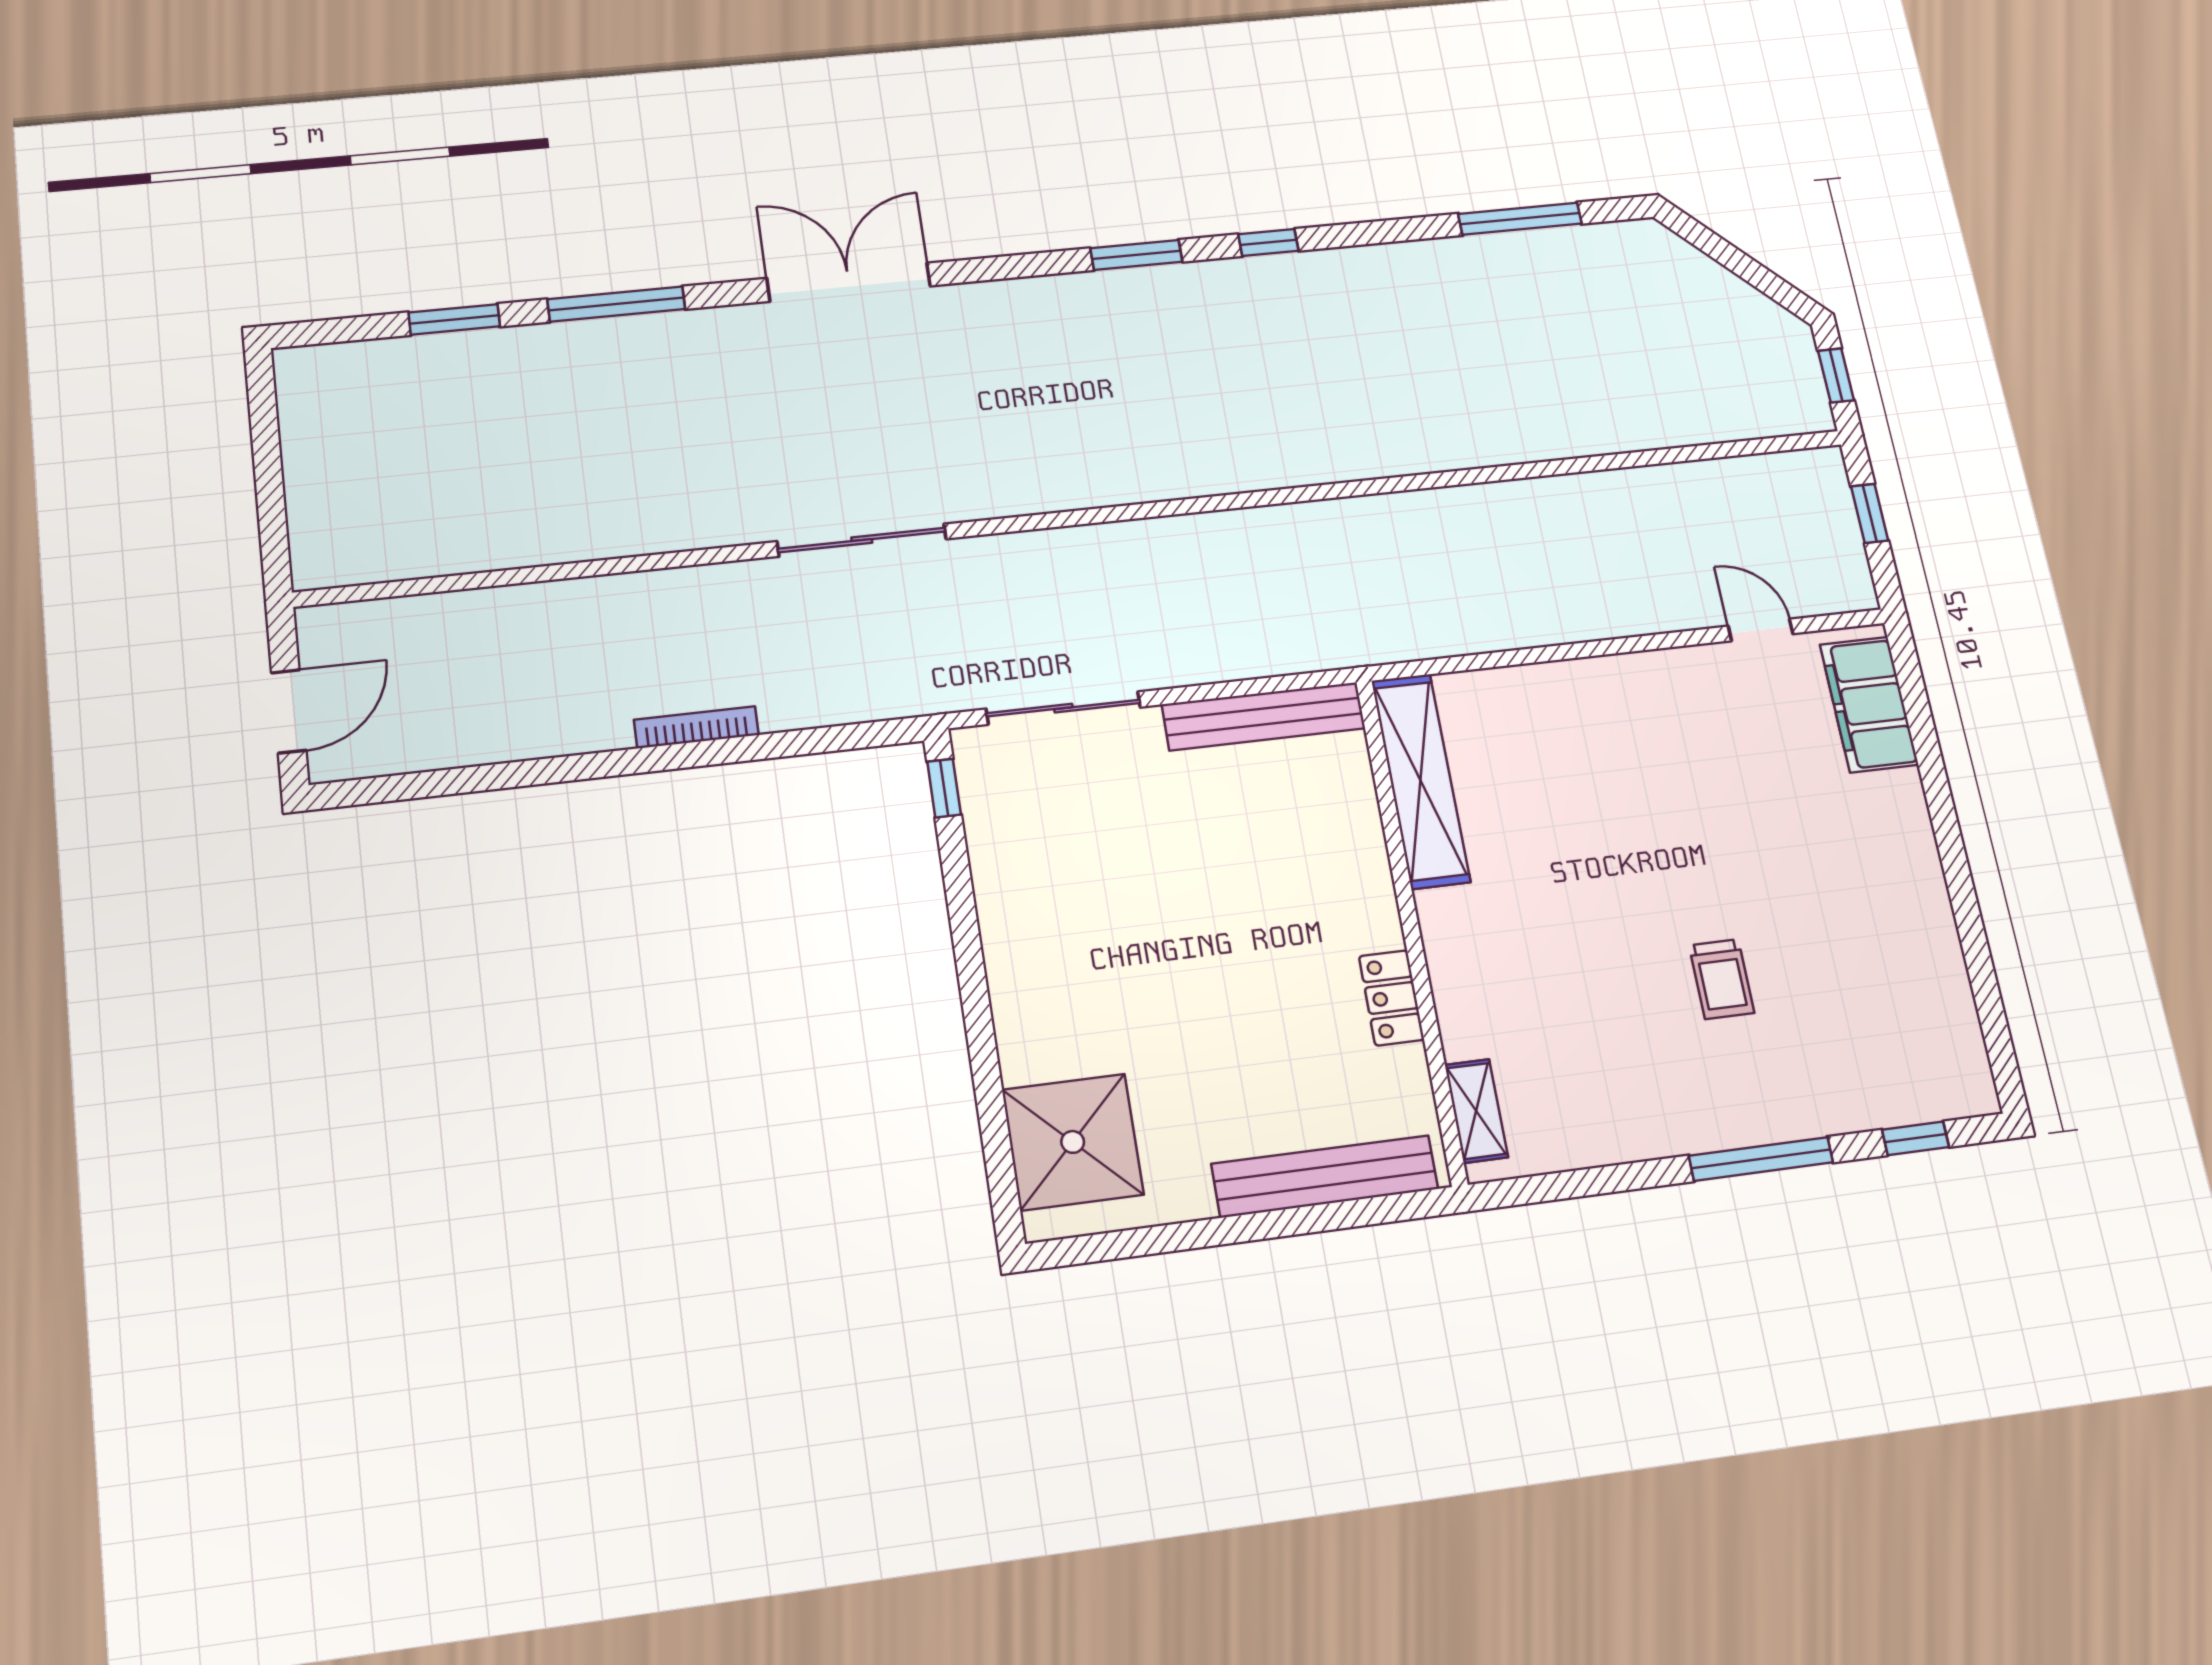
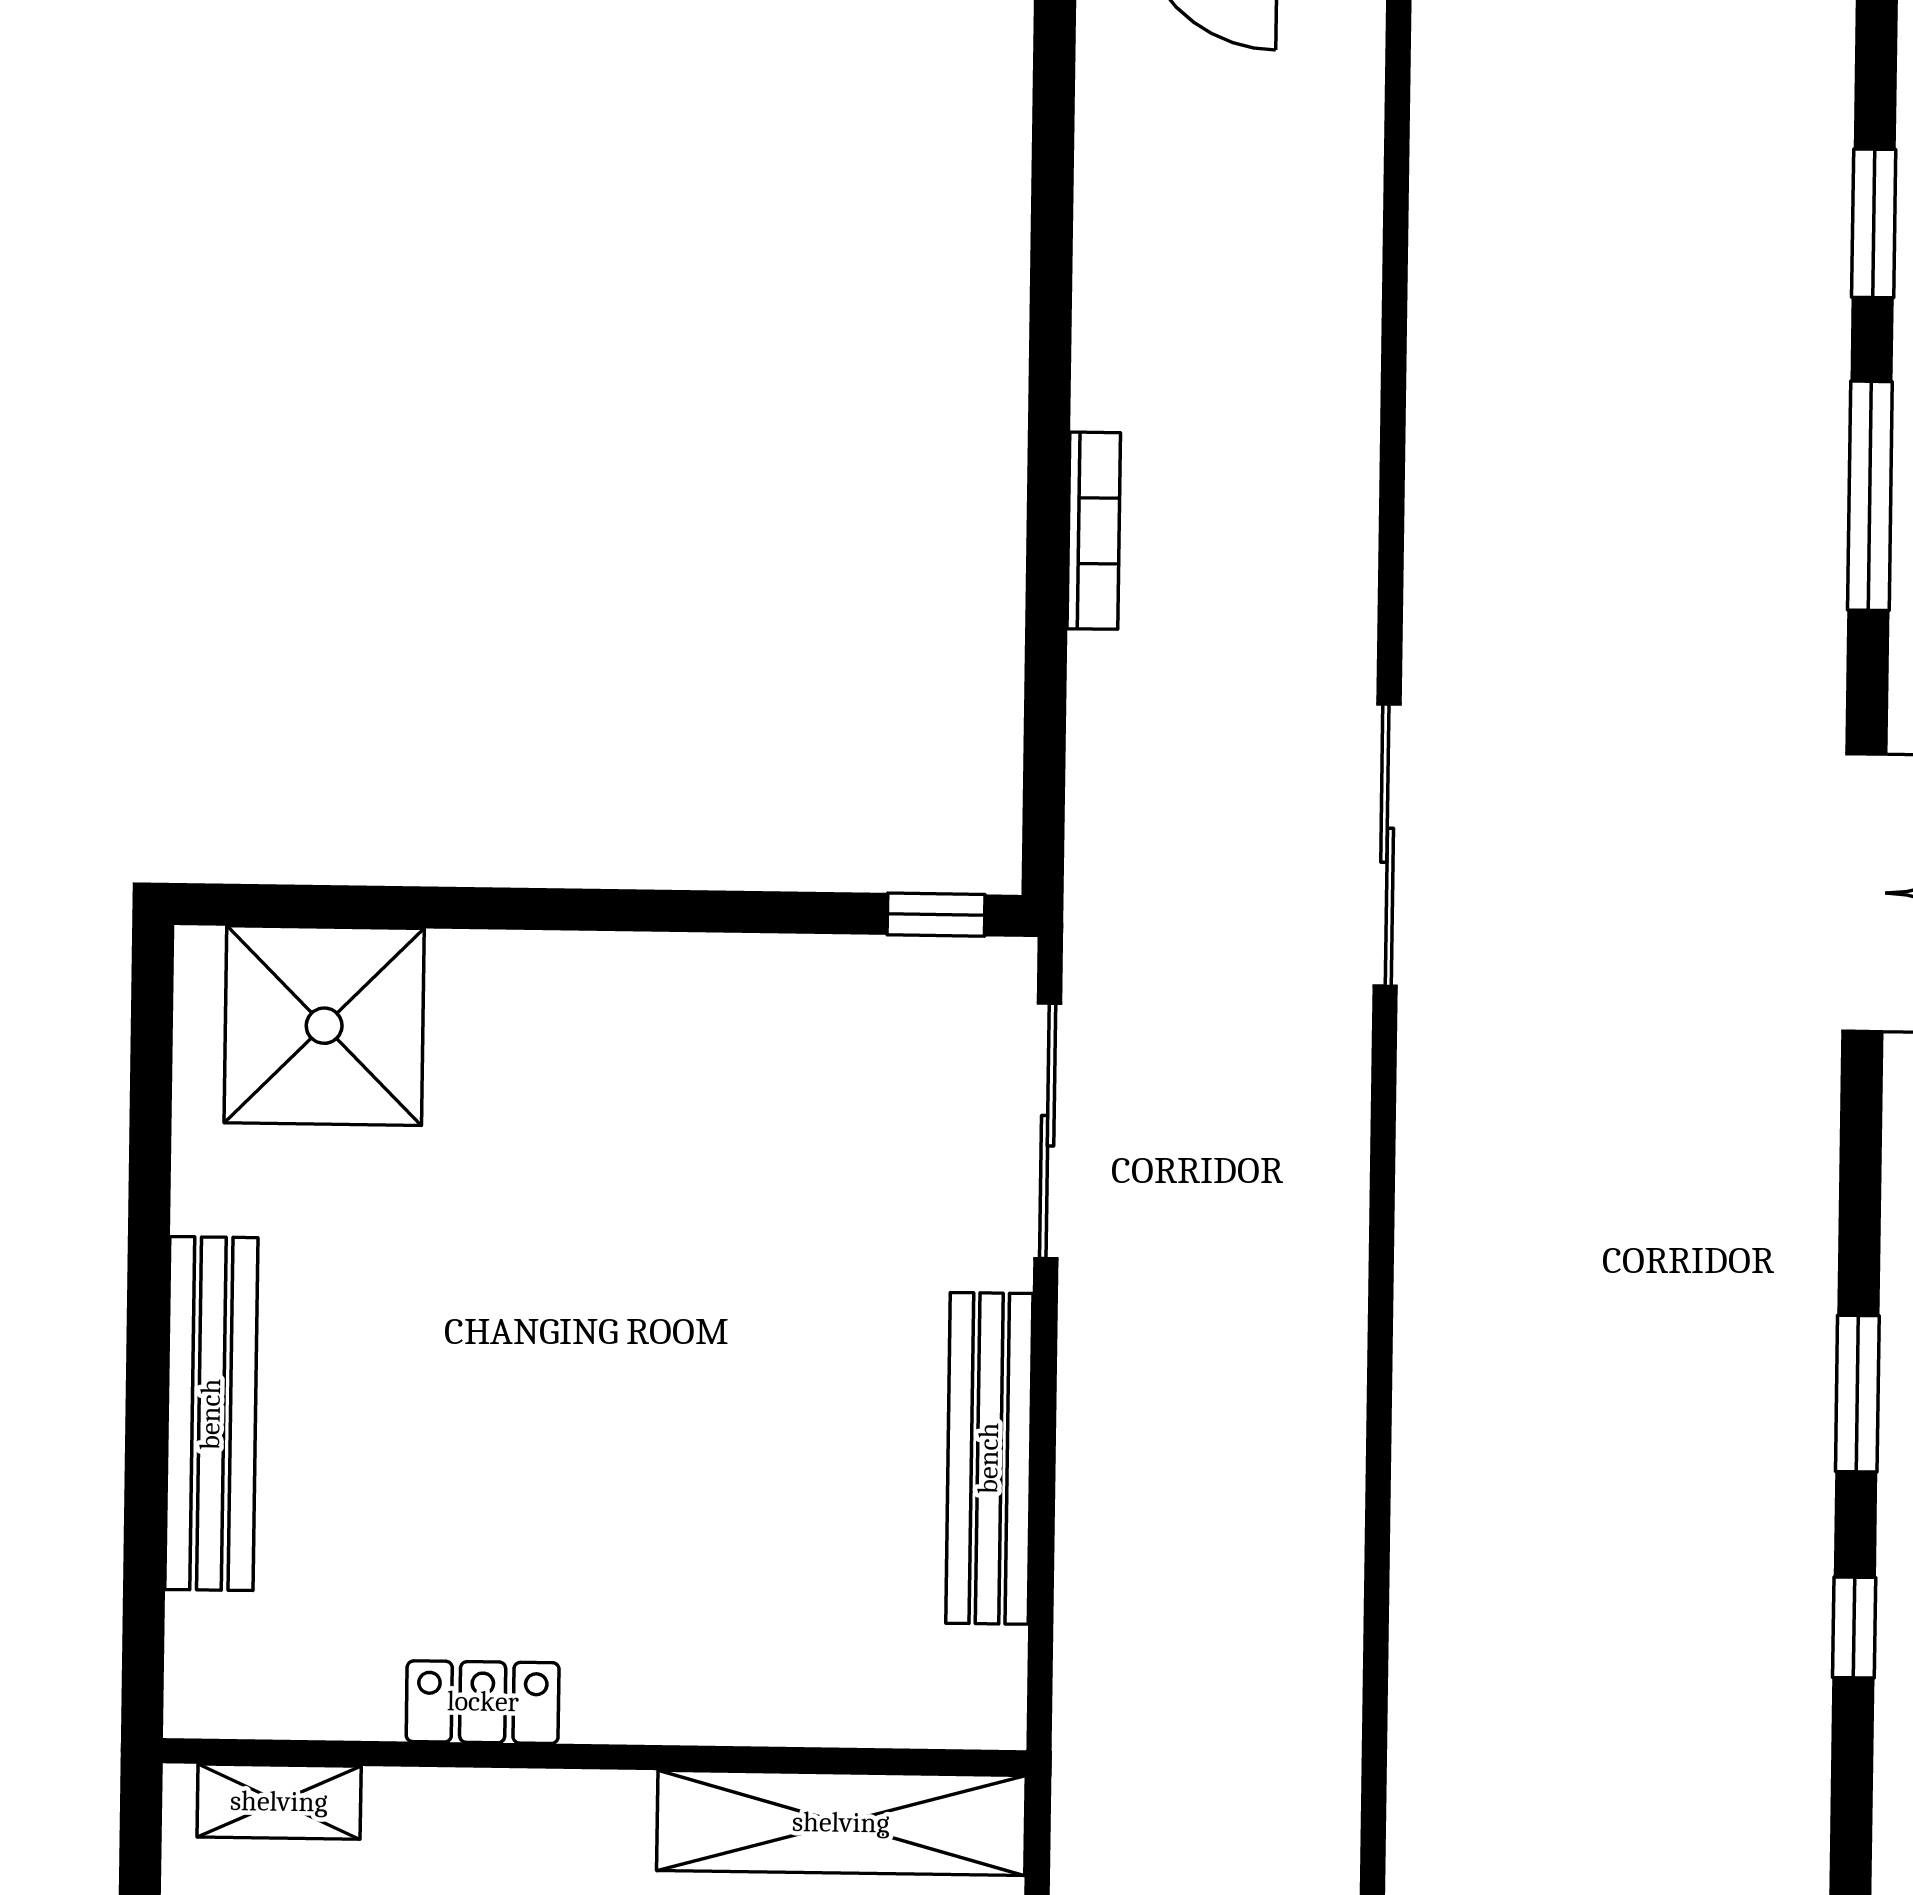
shelving: (1421, 781) -> (841, 1823), moved
wall: (1411, 928) -> (594, 1757), moved
locker: (1391, 998) -> (483, 1702), moved
shelving: (1476, 1111) -> (279, 1802), moved

